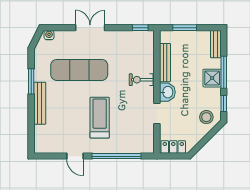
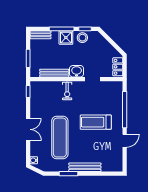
double door: (90, 28) -> (28, 129), swing flipped
stool: (206, 117) -> (82, 38), moved

